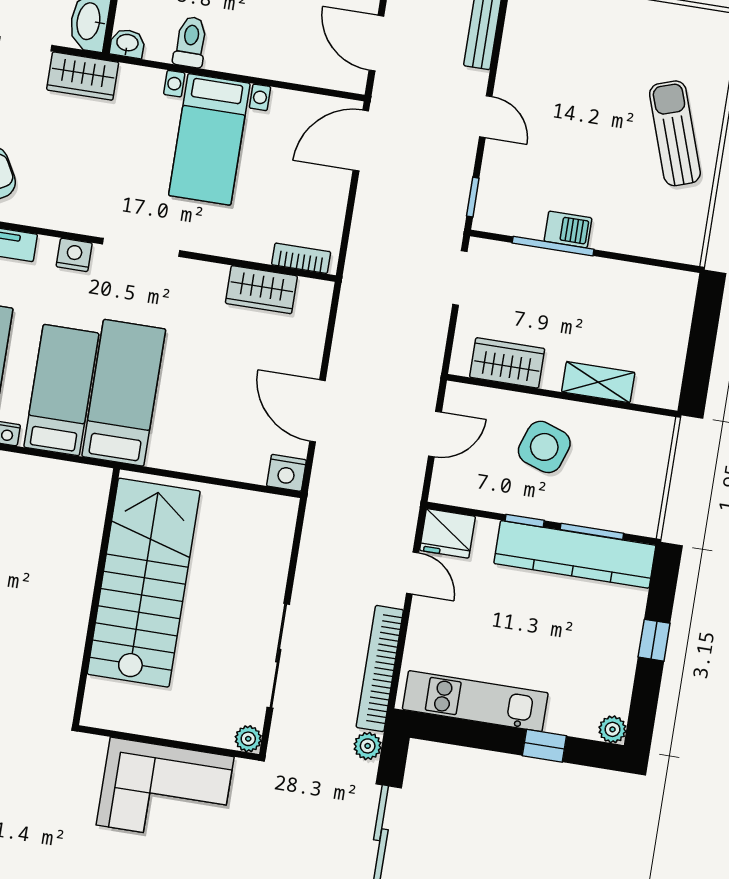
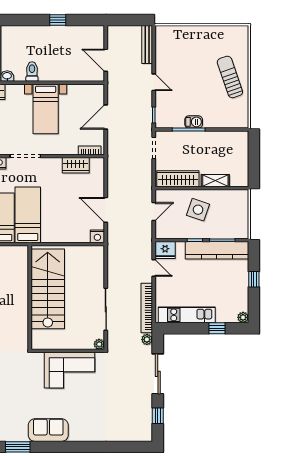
door: (361, 141) -> (106, 117), moved
wardrobe: (507, 363) -> (178, 179), width x1.50

